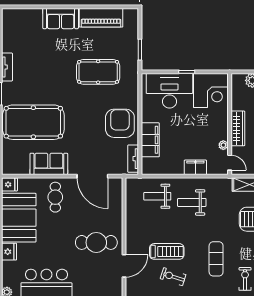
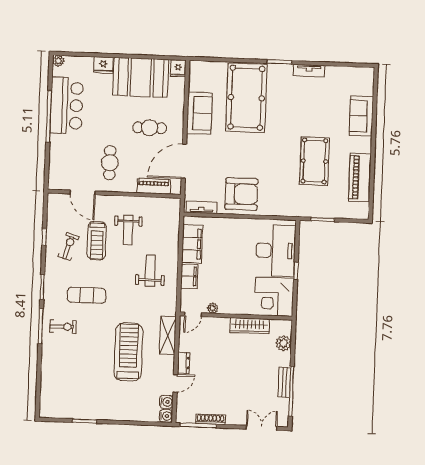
sofa: (61, 19) -> (361, 116), moved
pool table: (98, 72) -> (314, 161), moved
wardrobe: (238, 128) -> (250, 326), moved
filing cabinet: (150, 140) -> (192, 244), moved, turned -90
weight bench: (157, 196) -> (128, 230), moved, turned 180
cafe table: (55, 197) -> (150, 128), moved
piano: (116, 202) -> (154, 186), added
cafe table: (96, 242) -> (110, 163), width x0.73, depth x0.74

